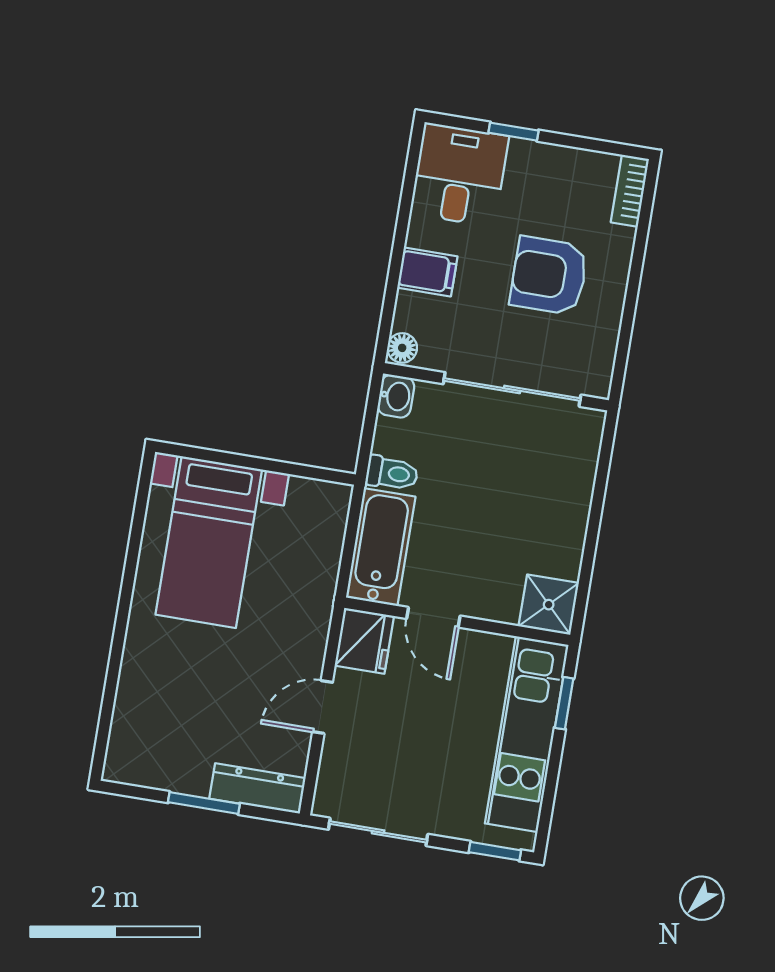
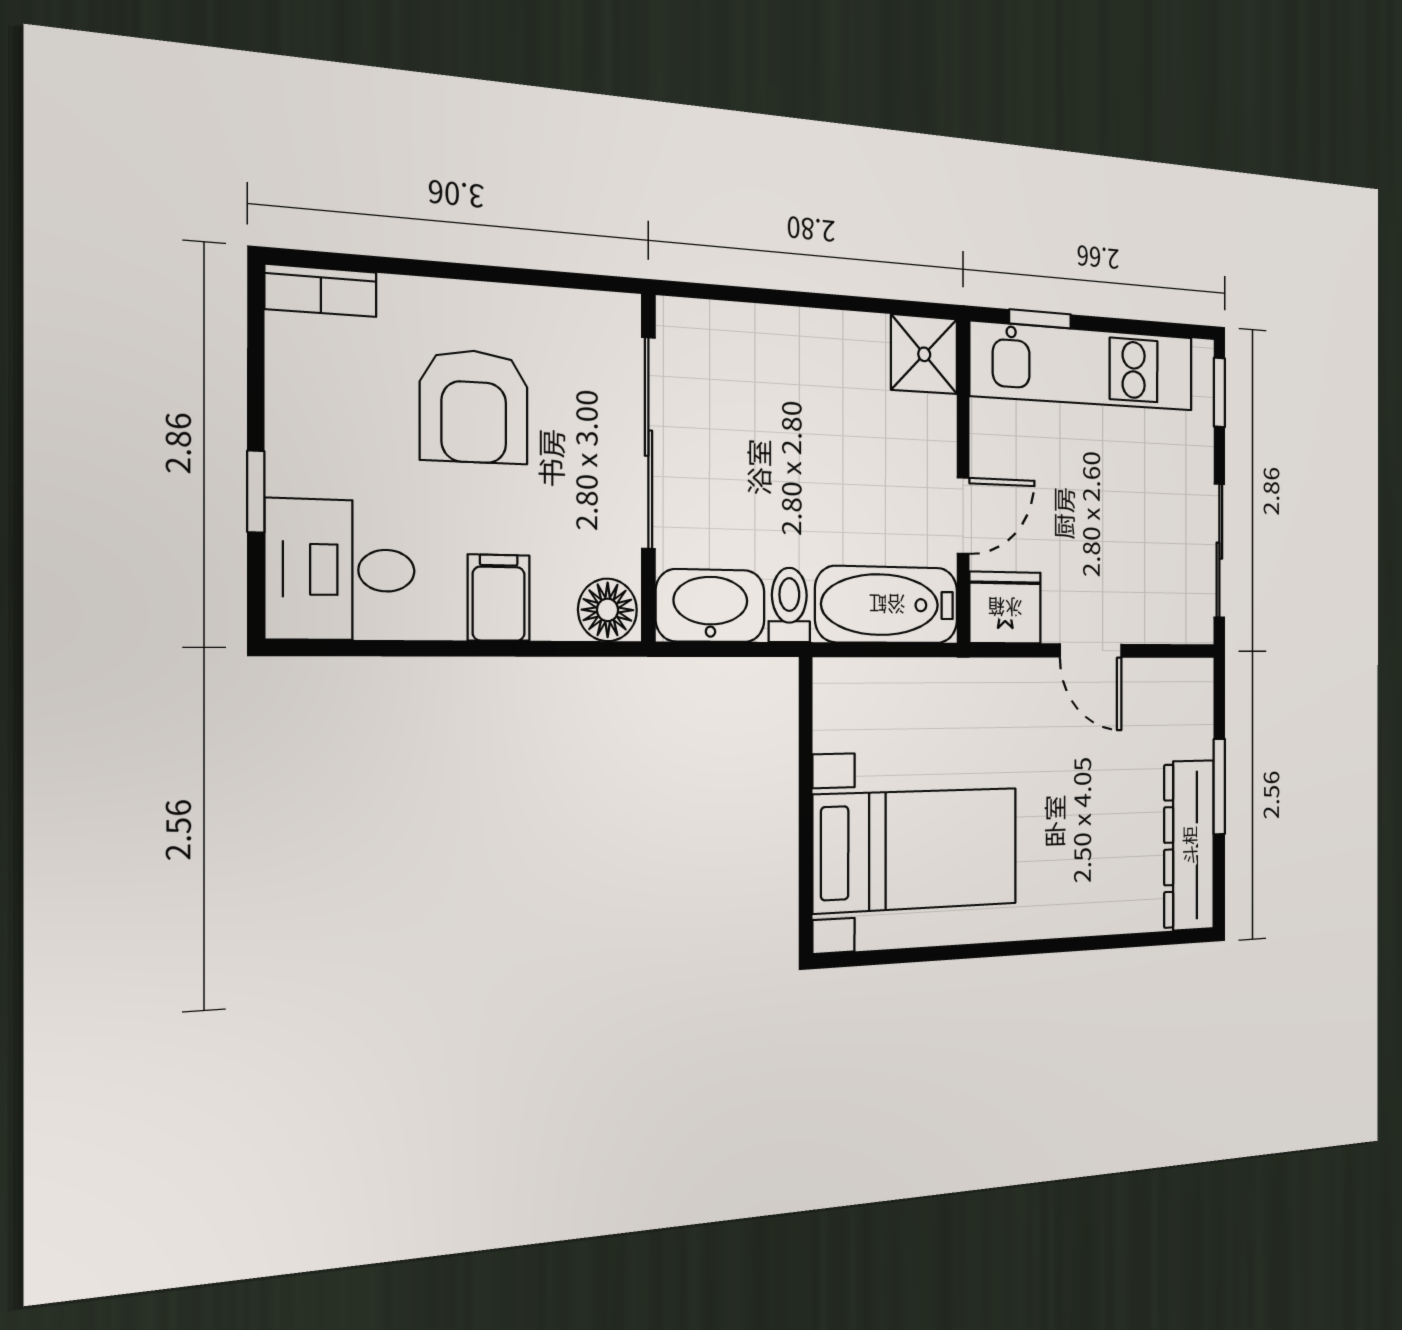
floor lamp: (402, 348) -> (608, 610), width x1.37, depth x1.37
washbasin: (396, 396) -> (710, 606), width x1.91, depth x1.45
dresser: (257, 788) -> (1189, 845), moved, width x1.37, depth x1.24

